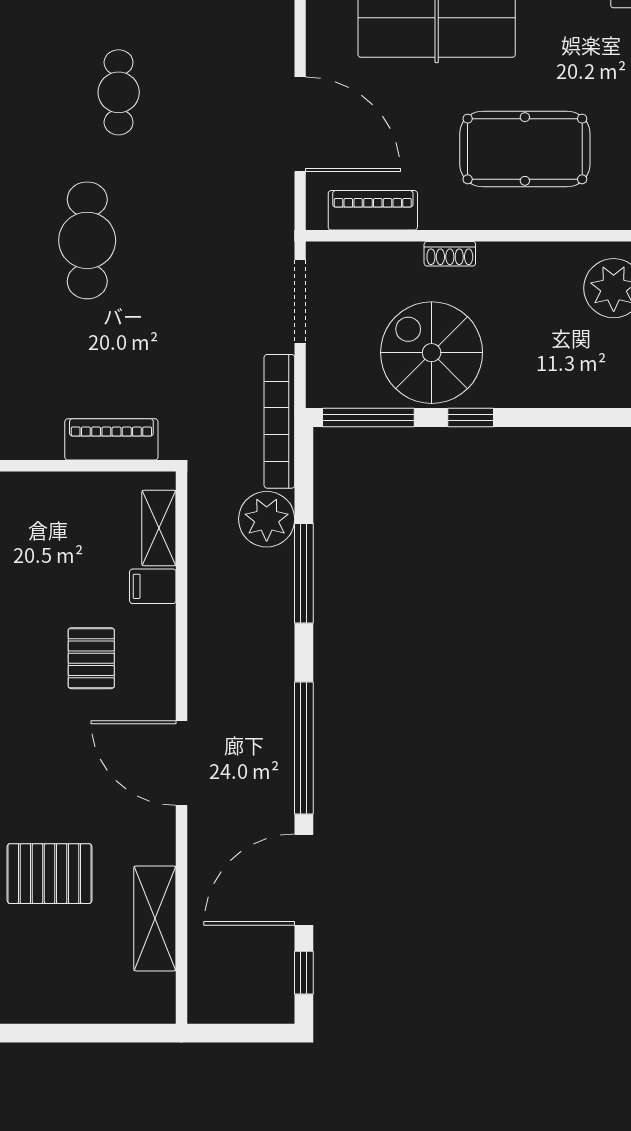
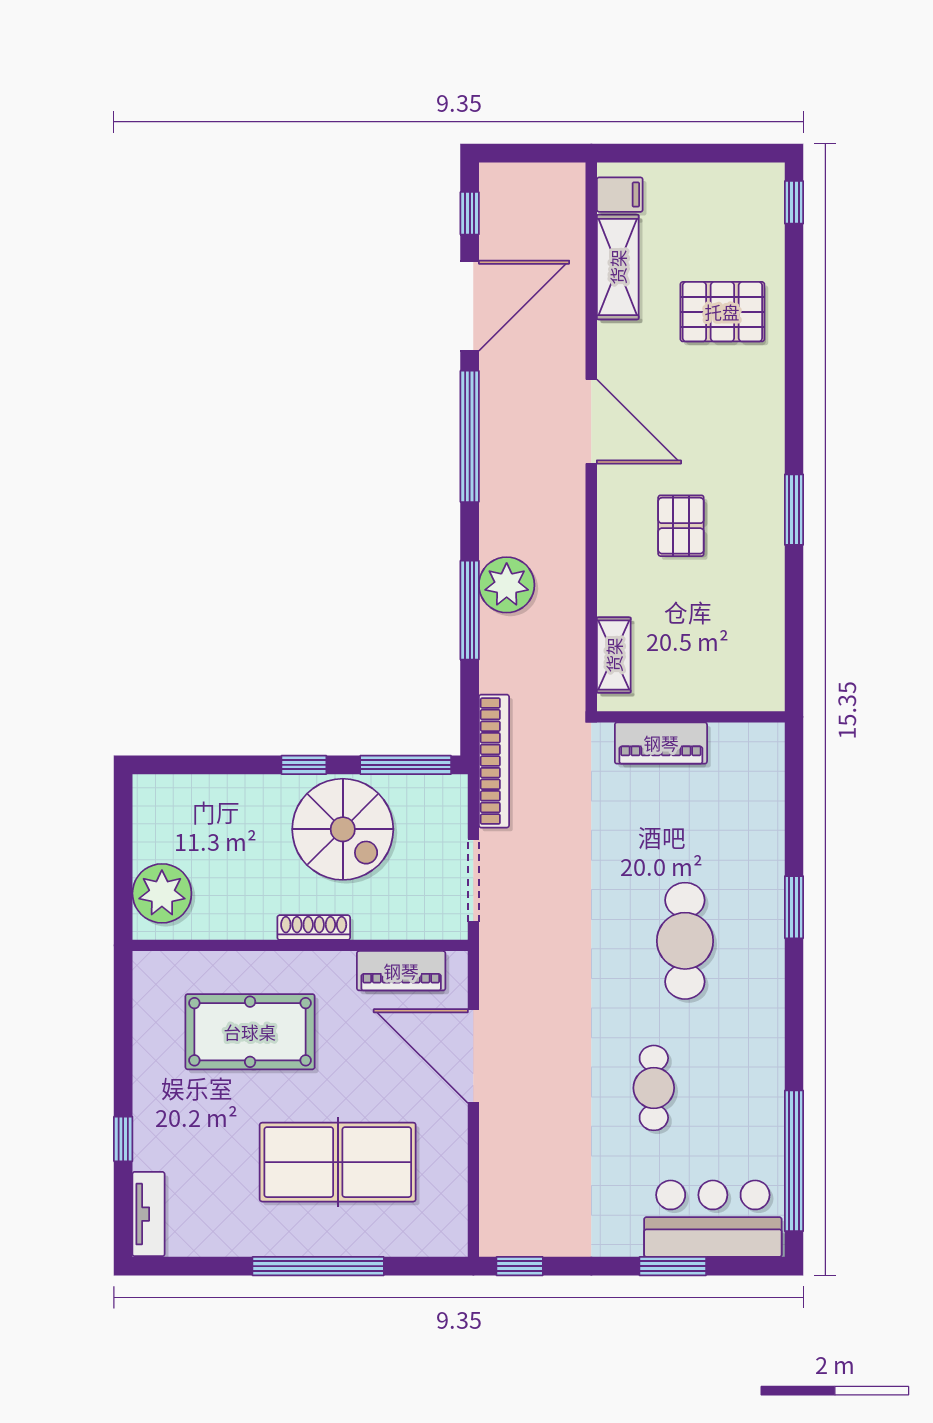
shoe rack: (450, 254) -> (314, 928), width x1.43
plant: (267, 519) -> (507, 585), moved
filing cabinet: (153, 586) -> (620, 195), moved

